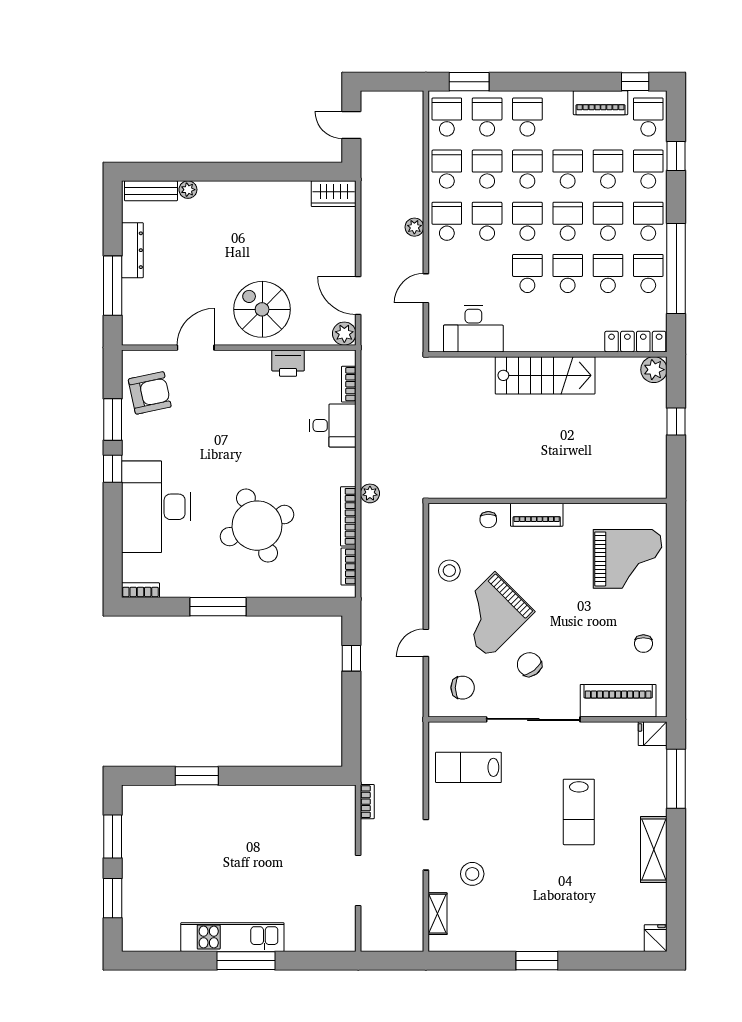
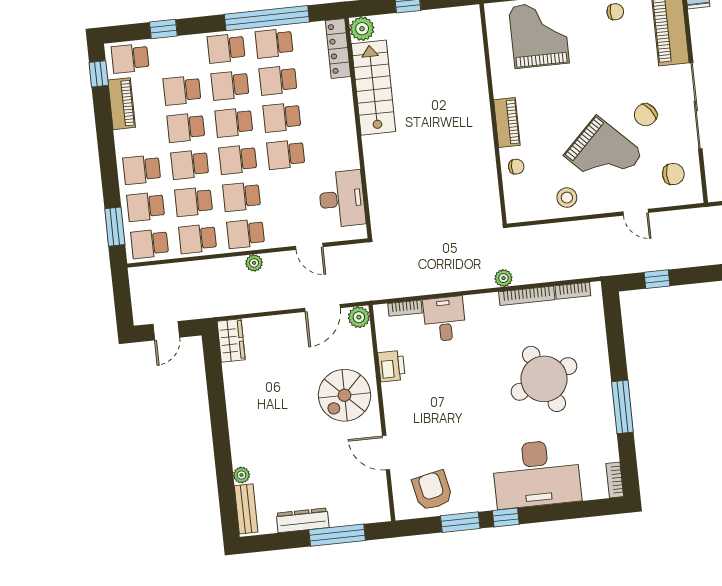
school desk: (648, 169) -> (178, 53), removed
stairs: (545, 375) -> (374, 88), moved
chair: (463, 688) -> (673, 174), turned 90

